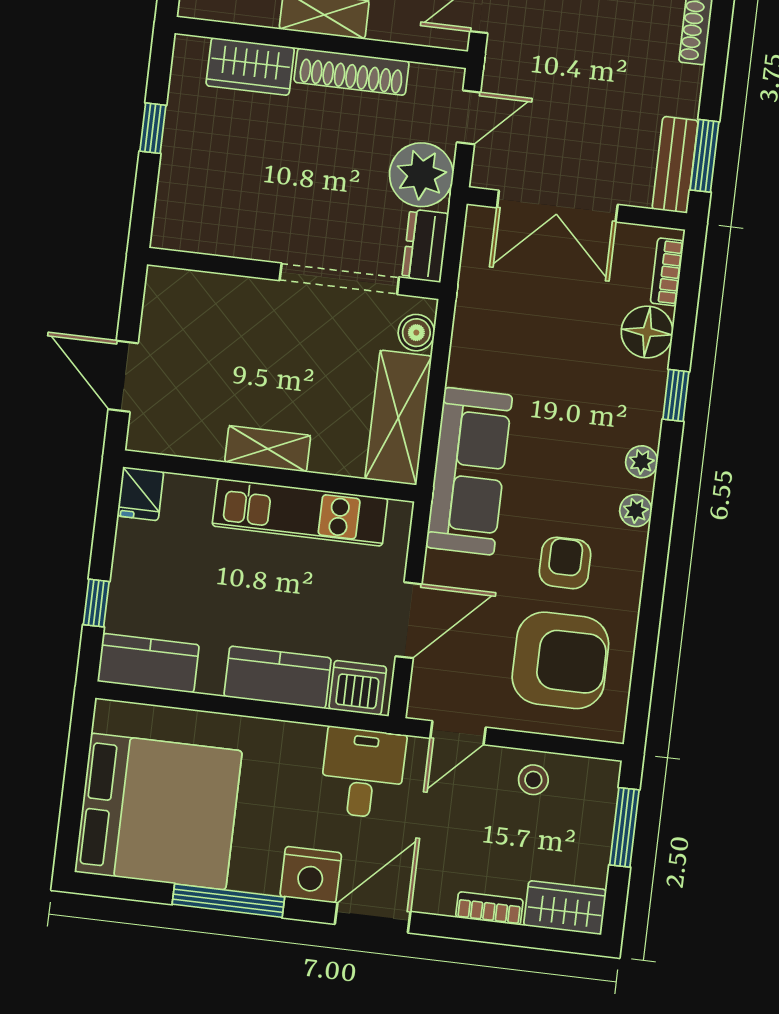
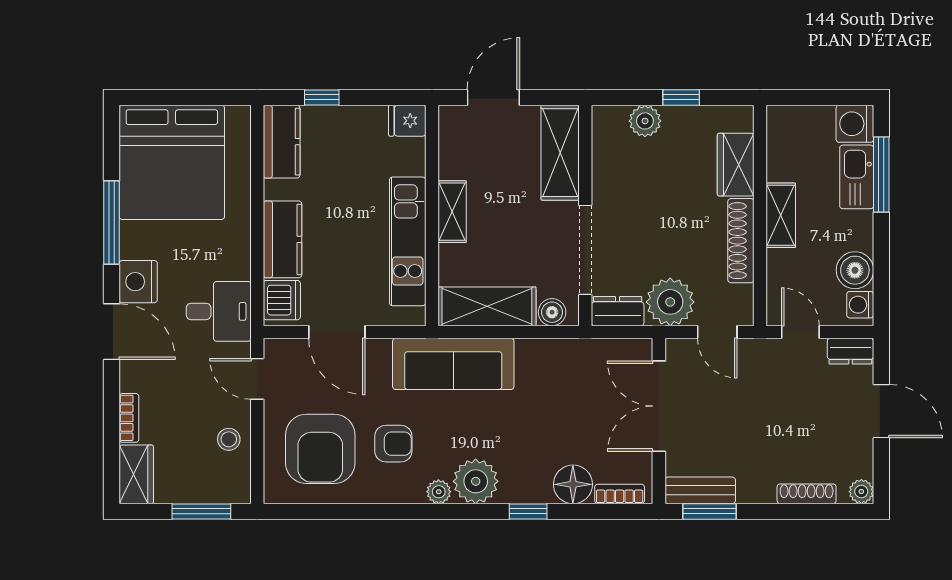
plant: (178, 180) -> (645, 121), added
shelving: (207, 297) -> (560, 153), added
plant: (642, 462) -> (476, 481), width x1.88, depth x1.88

